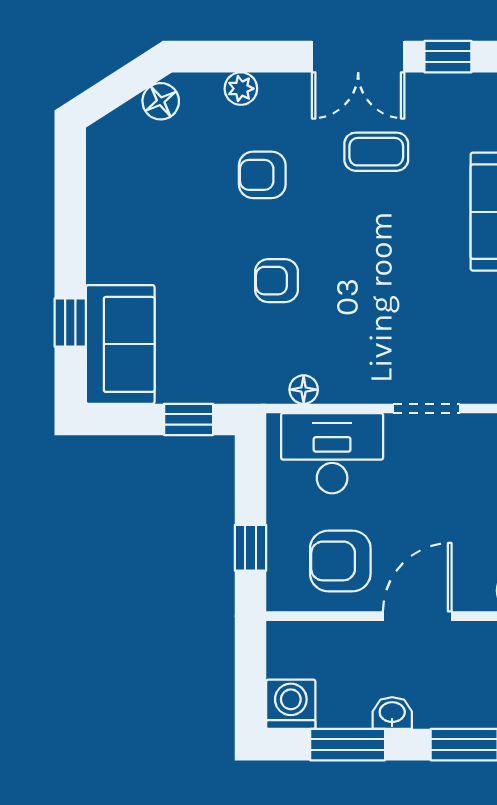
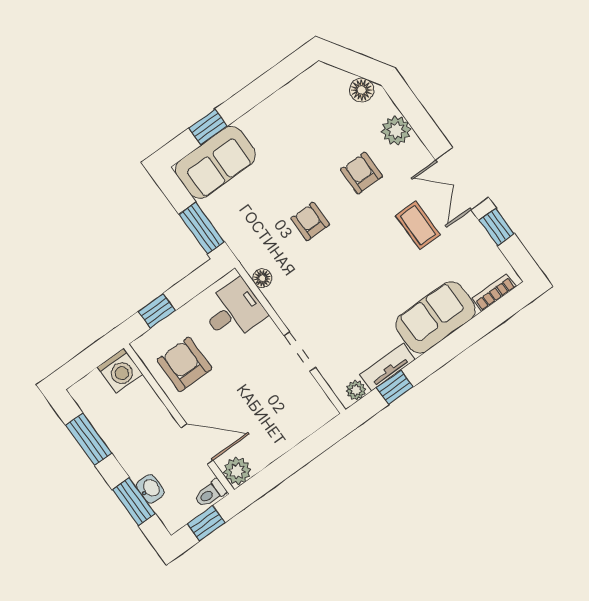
plant: (241, 89) -> (396, 130), width x1.38, depth x1.38
window: (189, 419) -> (202, 228), width x1.50
desk: (332, 453) -> (234, 311), width x0.73
door: (417, 616) -> (197, 444), moved
washing machine: (291, 704) -> (120, 370), moved, turned 90
washbasin: (392, 713) -> (150, 489), moved

